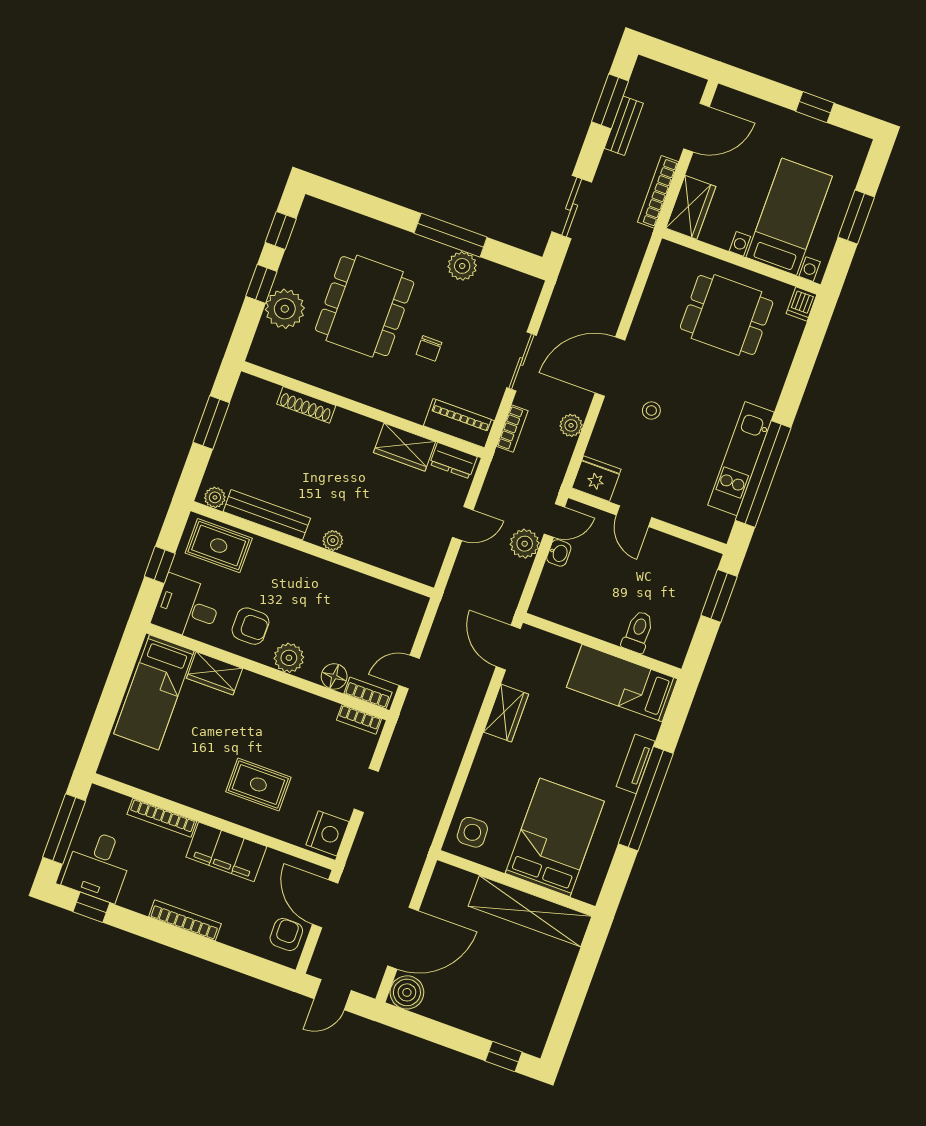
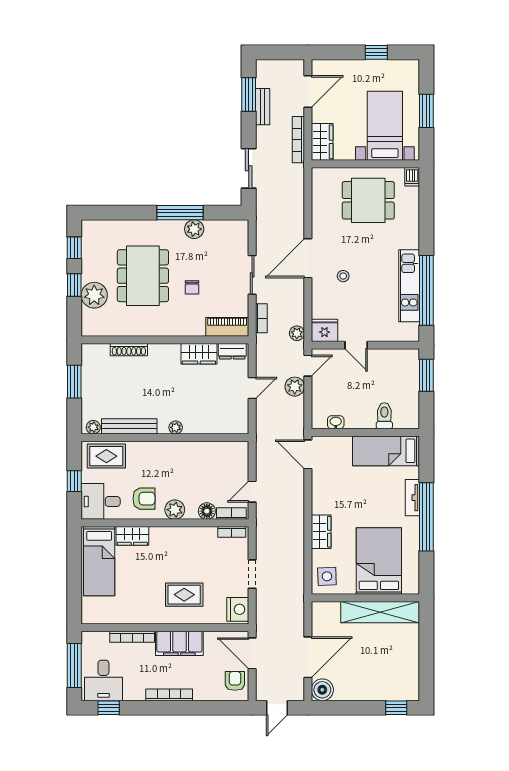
plant: (571, 425) -> (297, 333), moved
washbasin: (559, 553) -> (336, 422), moved, turned -90
wardrobe: (506, 713) -> (321, 532), moved

